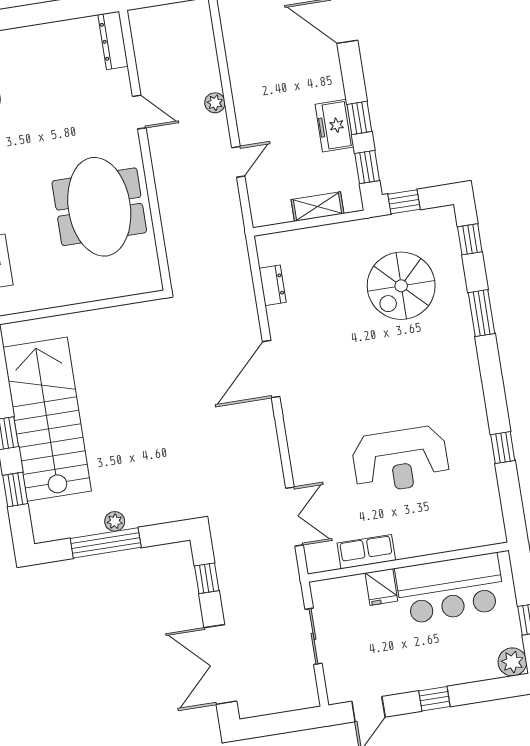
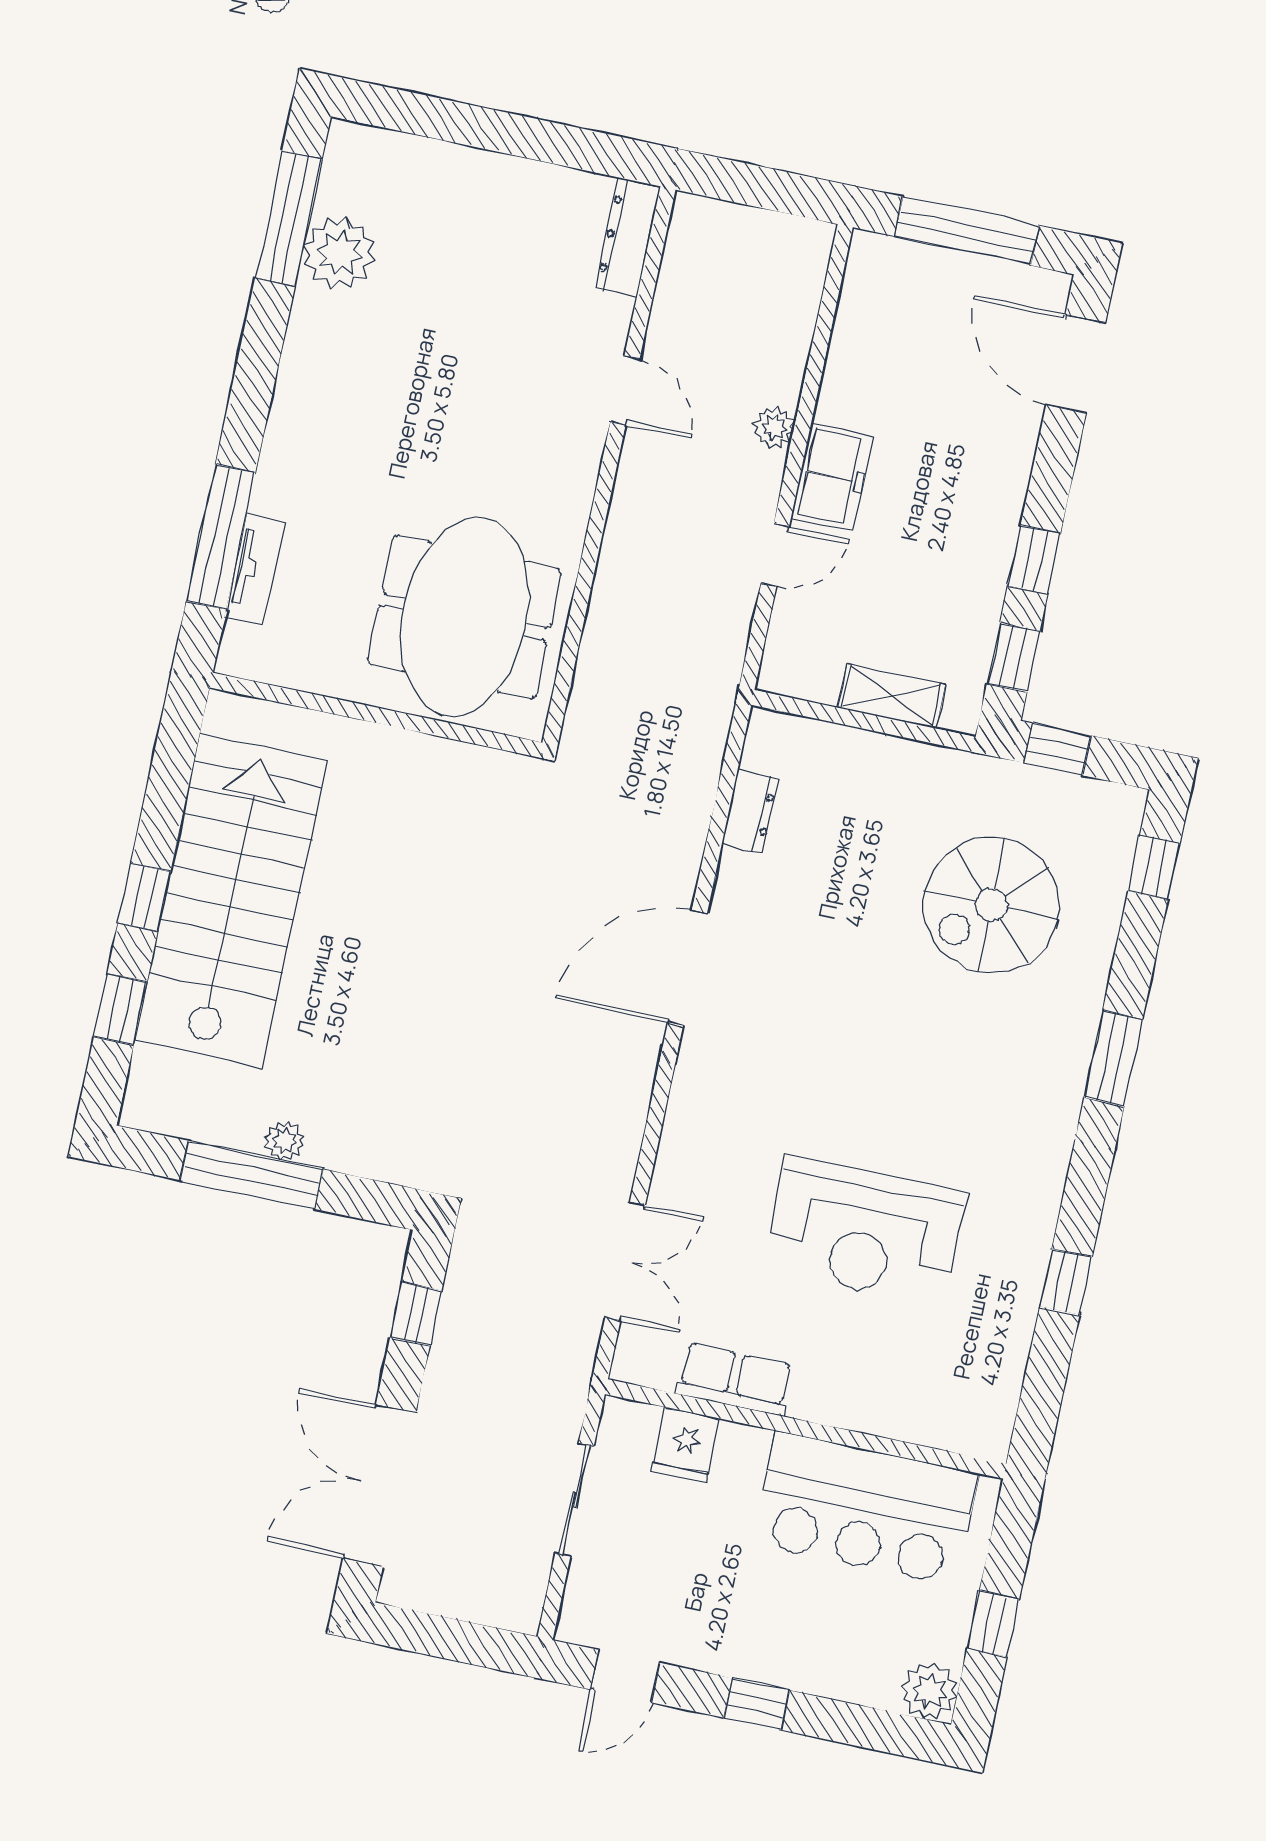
freezer: (334, 126) -> (832, 477), moved, turned 180
meeting table: (99, 207) -> (465, 617), moved
window: (482, 313) -> (1113, 1058), moved
fridge: (381, 587) -> (686, 1445), moved

